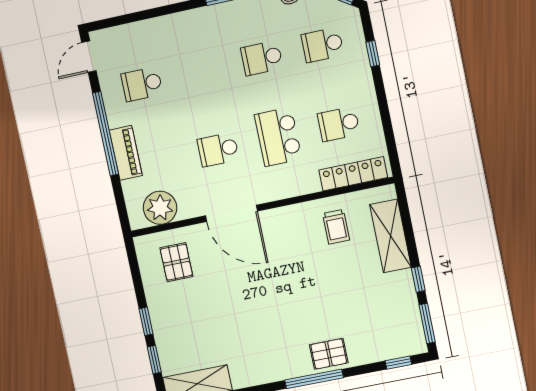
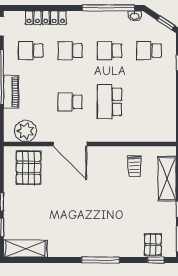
school desk: (339, 124) -> (70, 51), moved
locker: (353, 174) -> (46, 18), moved, turned 180
pallet: (176, 262) -> (29, 168), width x1.50, depth x1.42
pallet: (329, 354) -> (153, 245), moved, turned 90

